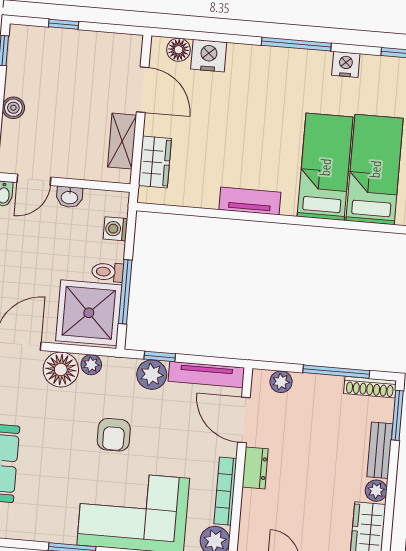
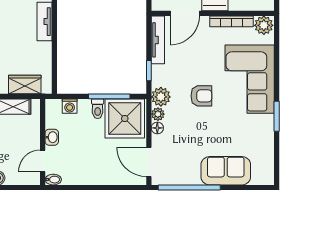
door: (34, 180) -> (43, 161), swing flipped
floor lamp: (61, 370) -> (157, 128), width x0.53, depth x0.53
plant: (152, 375) -> (161, 97), moved

